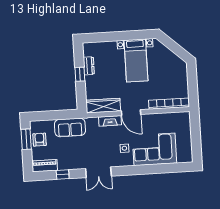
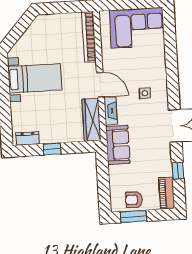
dresser: (89, 66) -> (28, 139), moved
door: (131, 113) -> (100, 85), hinge flipped
sofa: (70, 127) -> (118, 145), moved
corner sofa: (154, 149) -> (137, 28), moved, turned -90

